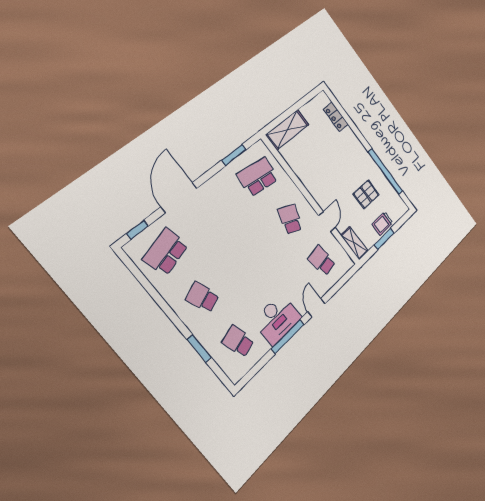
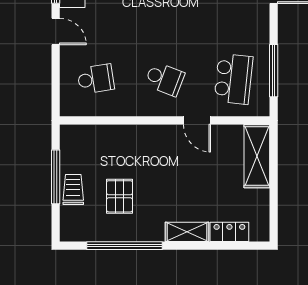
window: (234, 155) -> (274, 71), width x1.44
door: (327, 222) -> (197, 120), moved
window: (384, 239) -> (56, 177), width x1.44
shelving: (354, 243) -> (187, 232), moved

